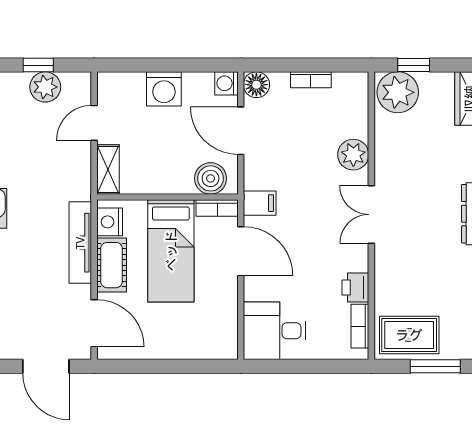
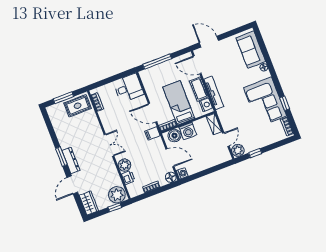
plant: (45, 87) -> (238, 150), moved
washing machine: (164, 89) -> (188, 131), moved, turned 180
printer: (355, 287) -> (128, 177), moved
window: (184, 366) -> (157, 62), added

